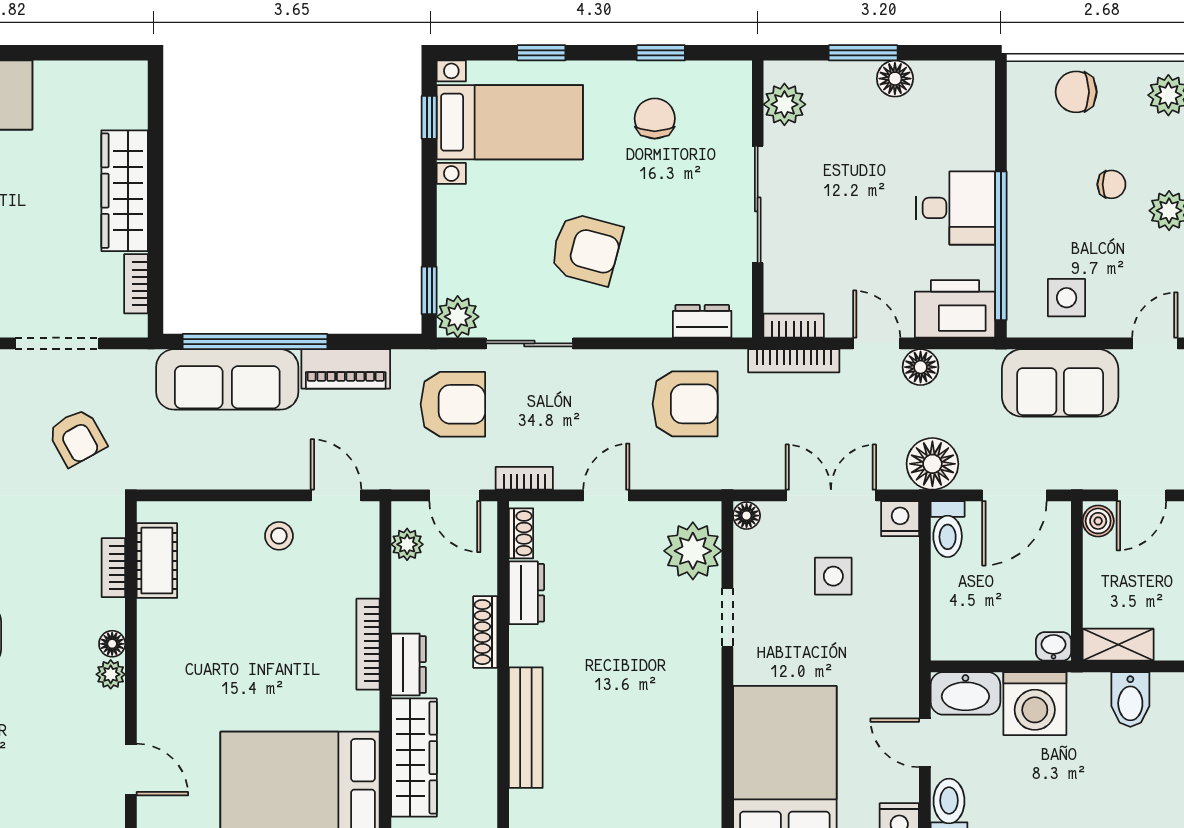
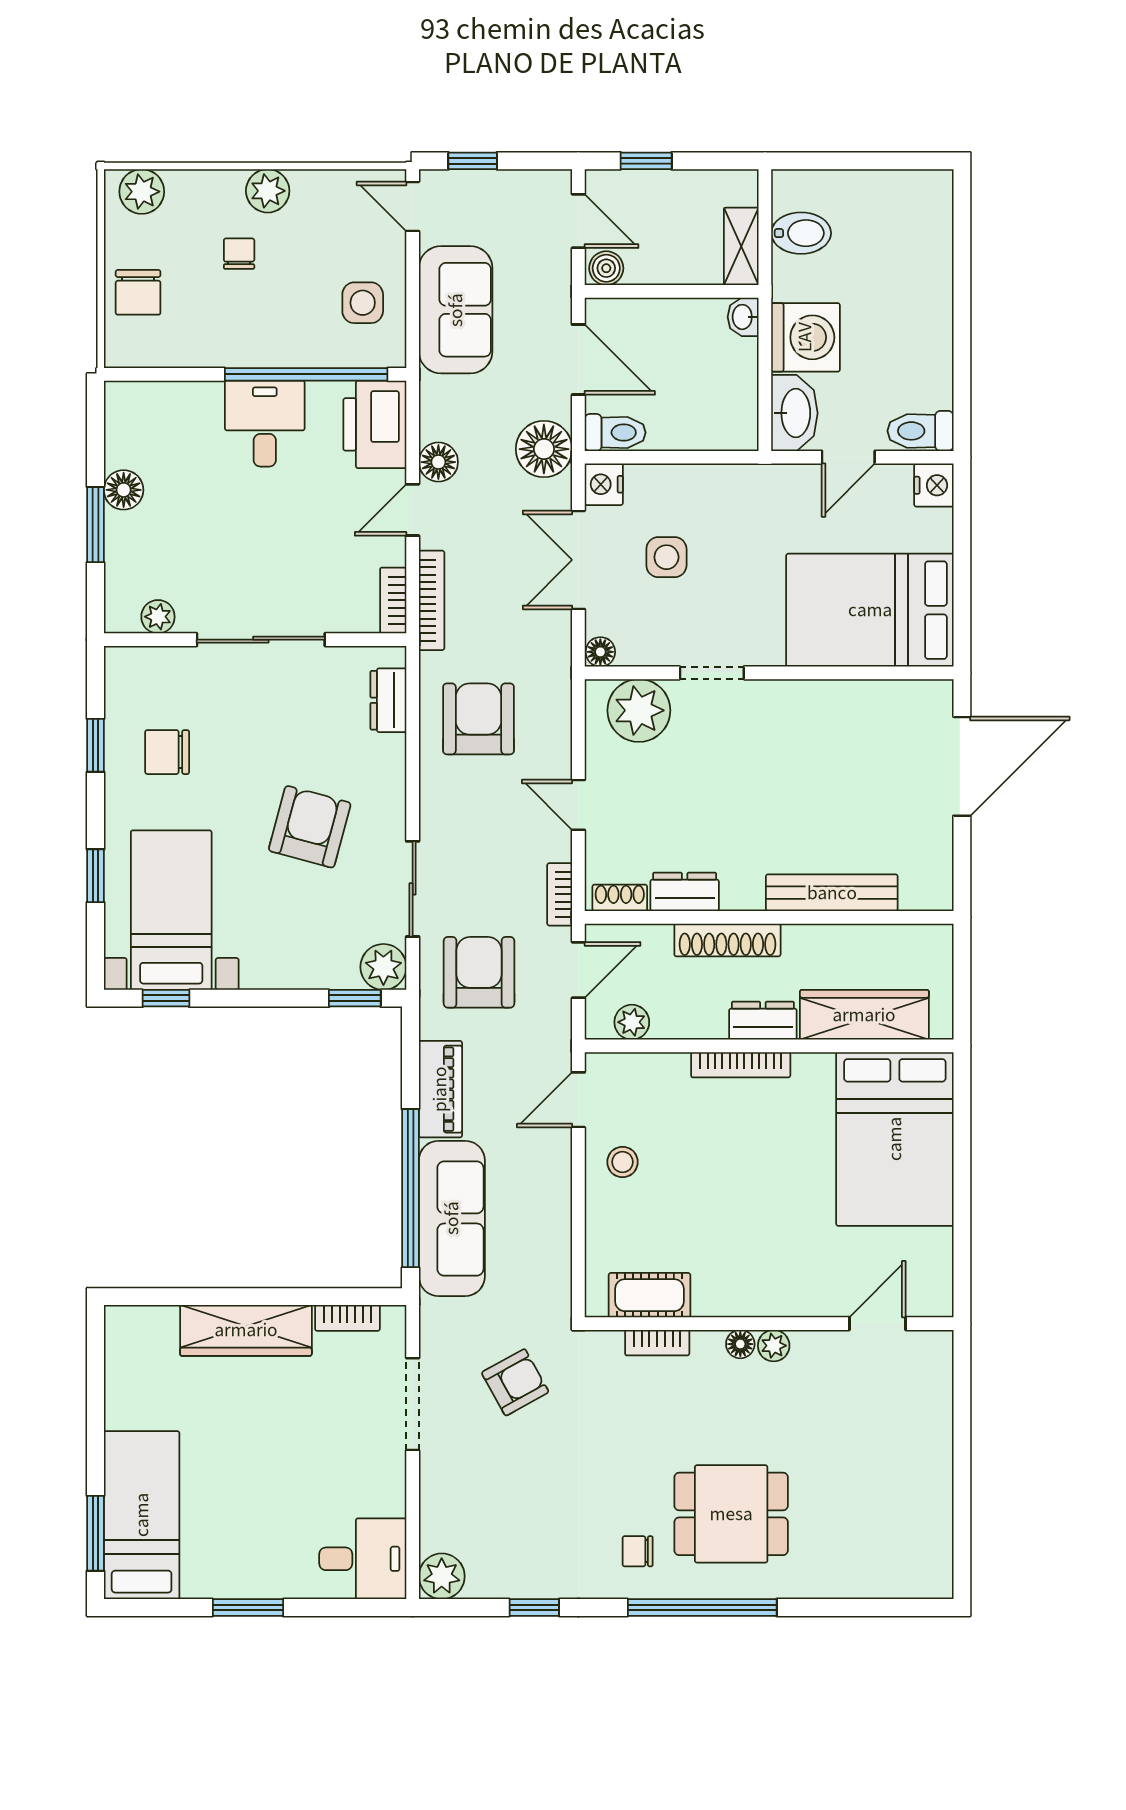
plant: (784, 104) -> (158, 617), width x0.73, depth x0.73
shoe rack: (485, 632) -> (727, 940), width x1.36, depth x1.24

